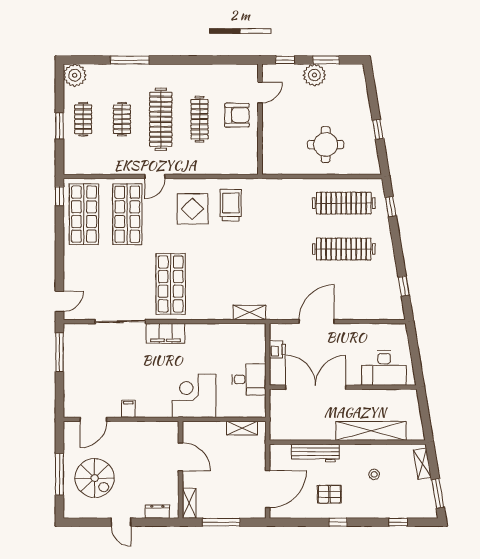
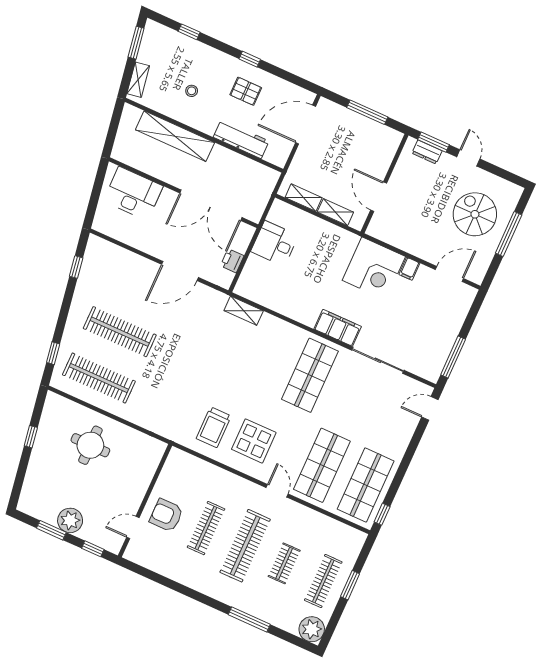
clothes rail: (83, 119) -> (323, 581), width x1.36
door: (155, 177) -> (277, 491), hinge flipped
corner desk: (194, 396) -> (374, 268), moved
shelving: (189, 503) -> (335, 212), moved, turned 90
window: (156, 522) -> (433, 142), added

